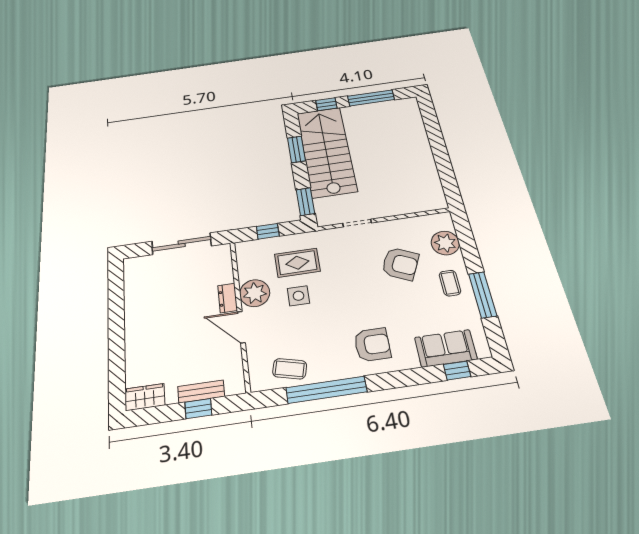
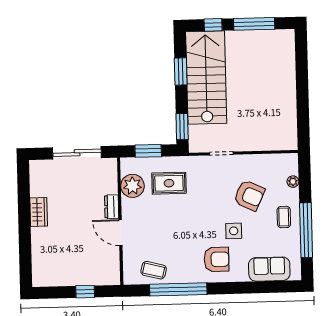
window: (268, 231) -> (148, 151), width x1.50
plant: (445, 243) -> (293, 182), width x0.53, depth x0.53
plant: (255, 293) -> (132, 186), moved
window: (483, 295) -> (306, 230), width x1.46
side table: (298, 296) -> (234, 231), moved
window: (457, 371) -> (274, 287), removed
bench: (201, 392) -> (88, 279), removed
wardrobe: (145, 397) -> (39, 212), moved, turned 90

